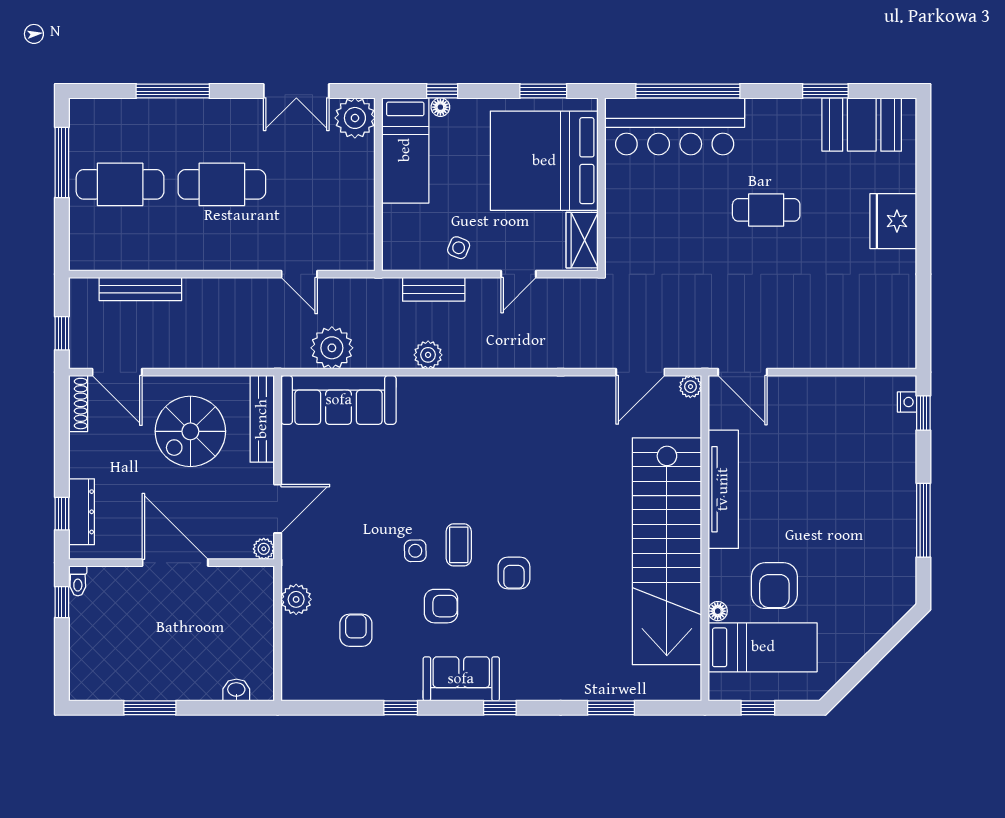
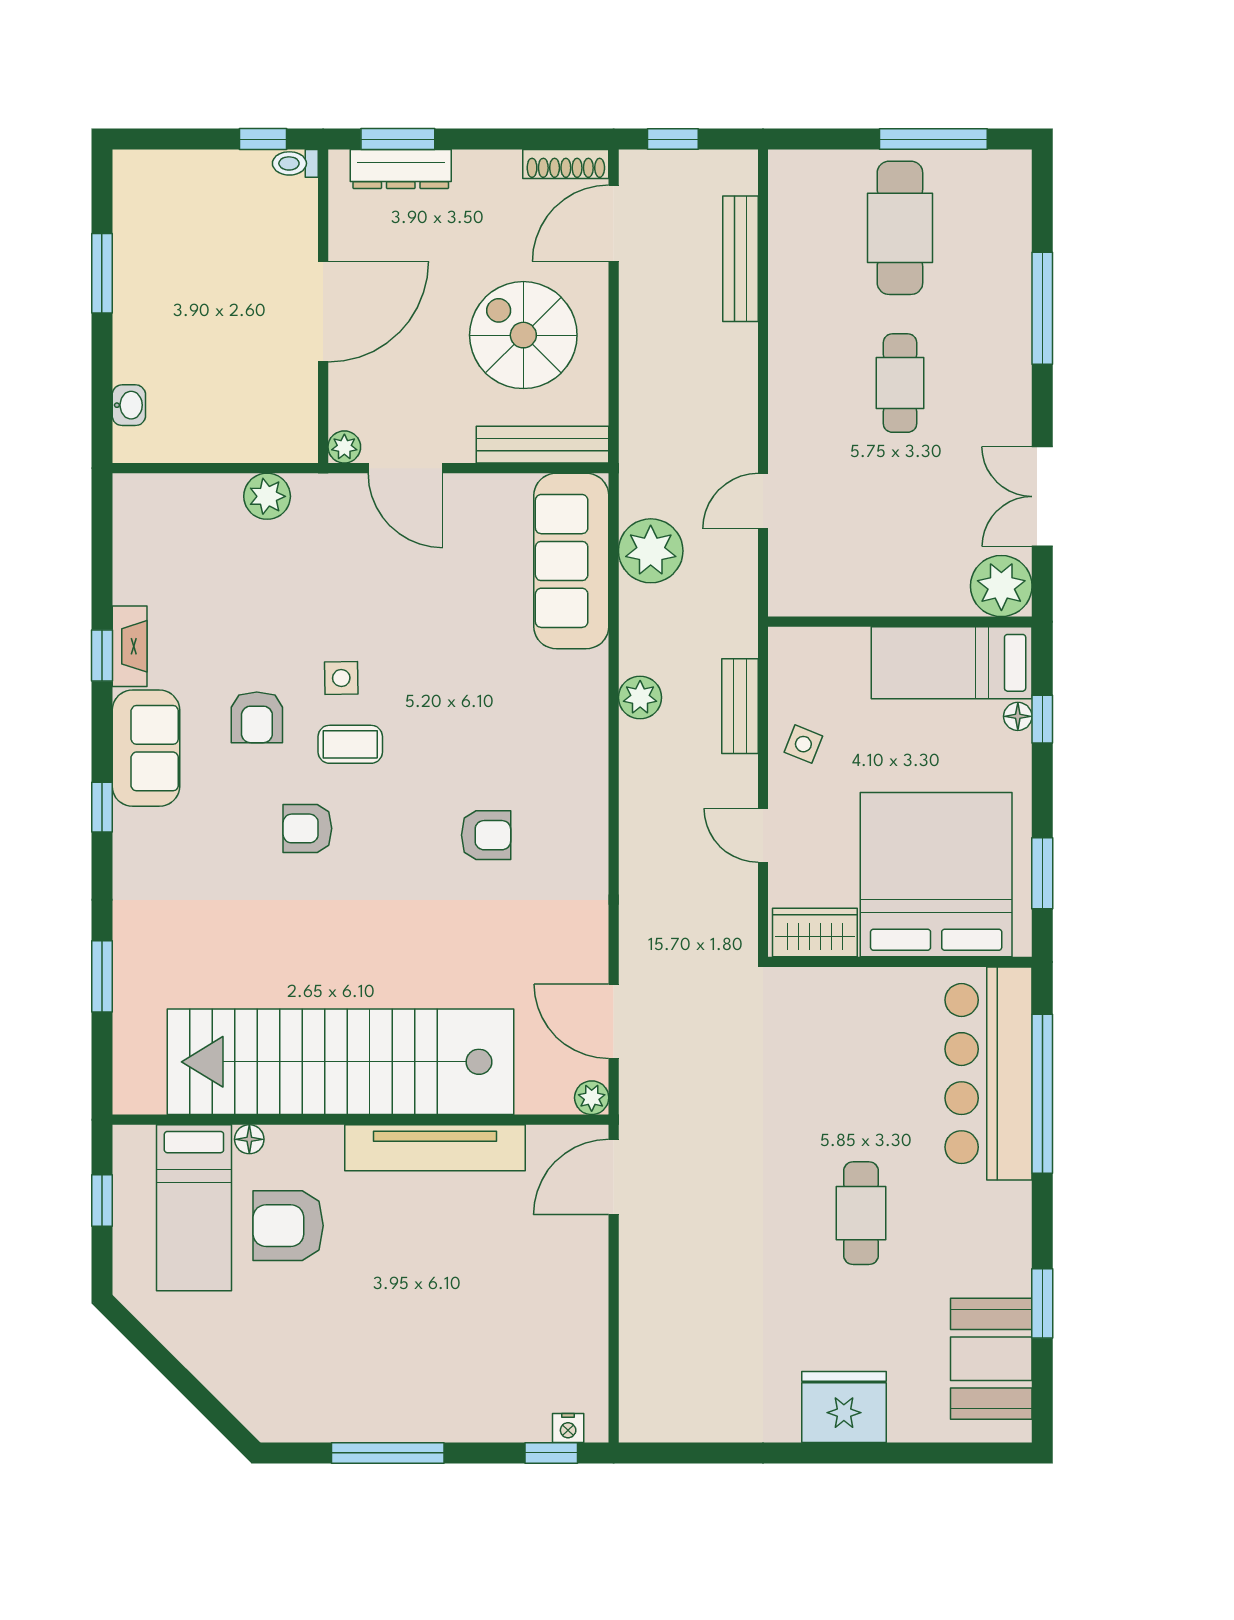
cafe table: (222, 184) -> (900, 383), width x0.73, depth x0.74
window: (62, 514) -> (398, 139), width x1.50
armchair: (356, 630) -> (486, 835), moved
fireplace: (394, 690) -> (130, 646), added

